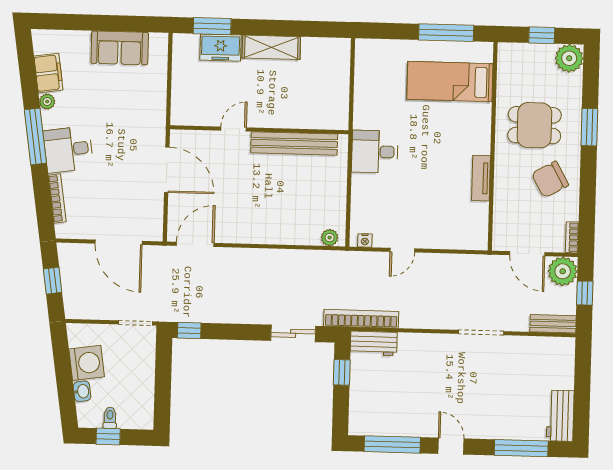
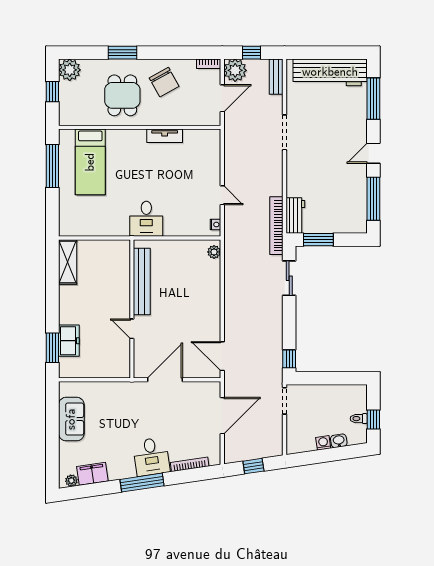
shelving: (271, 47) -> (68, 262), moved
plant: (47, 102) -> (71, 481), moved
washing machine: (87, 363) -> (323, 443), width x0.53, depth x0.53
window: (342, 372) -> (318, 240), width x1.50
workbench: (560, 416) -> (330, 72), width x1.87, depth x1.32

